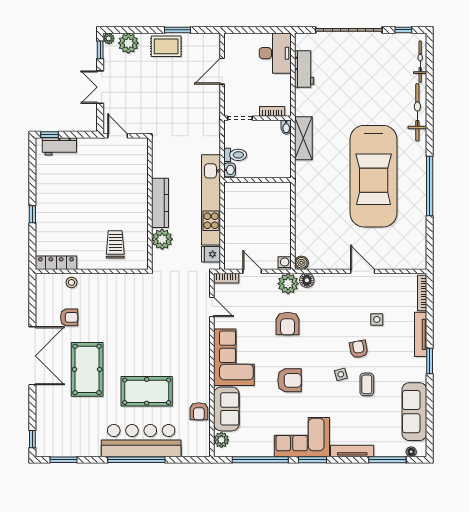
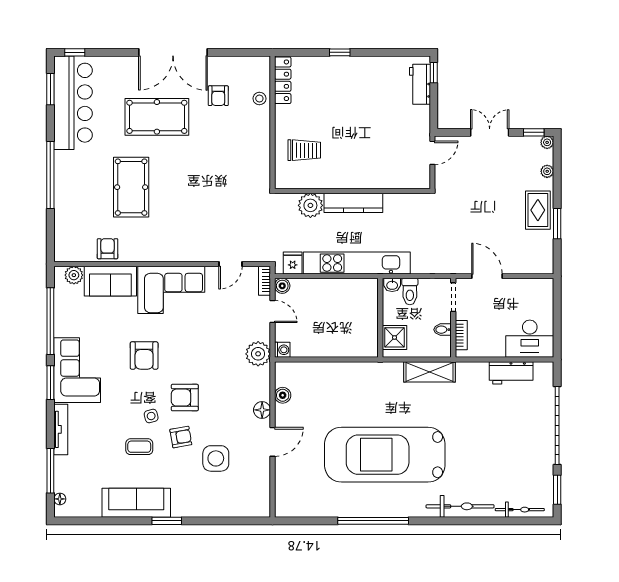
window: (403, 30) -> (557, 490), width x1.50
plant: (128, 43) -> (547, 171), width x0.53, depth x0.53
door: (222, 71) -> (487, 276), moved
bidet: (286, 127) -> (443, 330), moved
shower: (274, 168) -> (394, 337), added
boiler: (230, 263) -> (282, 286), added
boiler: (301, 263) -> (283, 395), moved
door: (252, 271) -> (273, 312), hinge flipped
floor lamp: (307, 280) -> (262, 410), moved
bookcase: (422, 293) -> (247, 512), removed
side table: (377, 319) -> (216, 458), width x1.87, depth x1.87
armchair: (288, 324) -> (185, 398), moved
tv unit: (421, 334) -> (198, 510), removed
armchair: (199, 411) -> (108, 249), turned 90
sofa: (414, 412) -> (136, 503), moved
bar counter: (141, 441) -> (73, 103), moved

